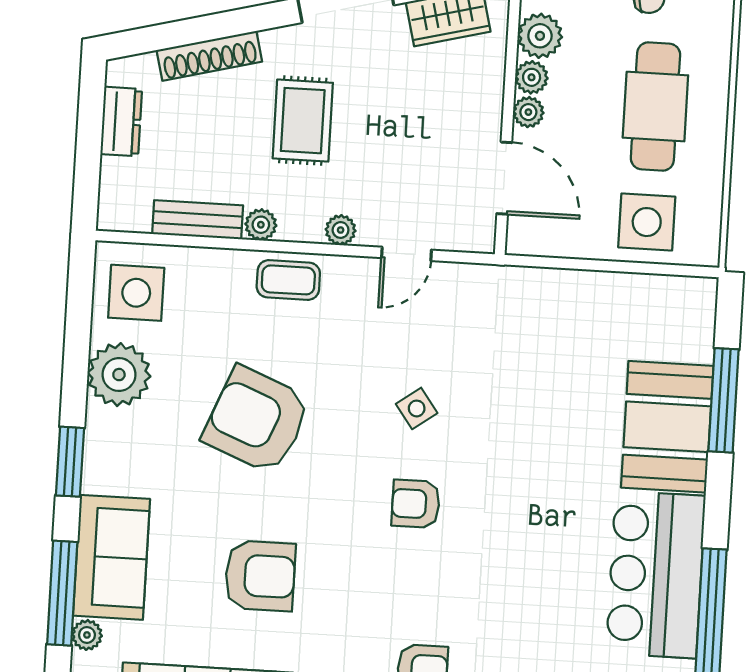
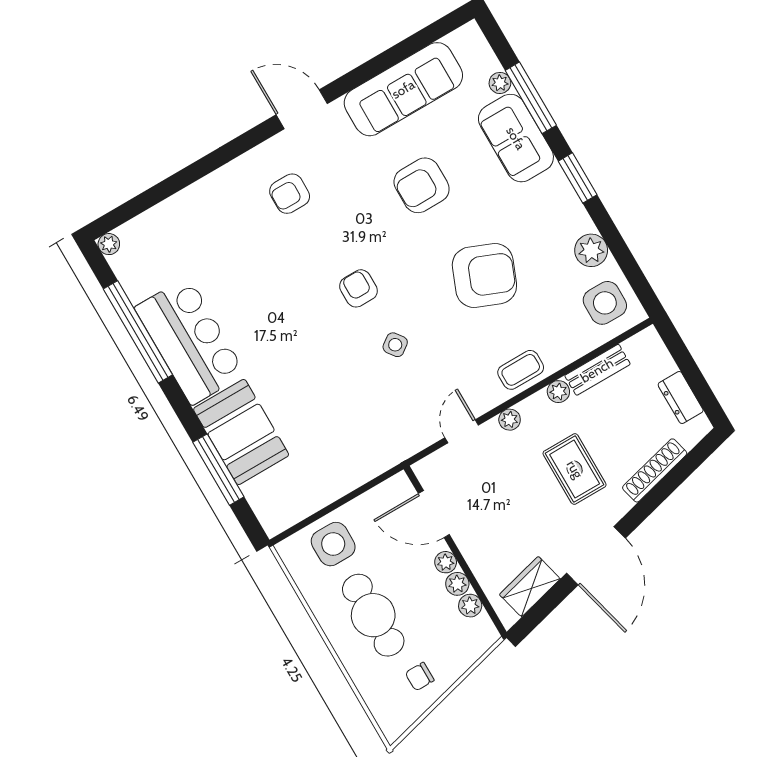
plant: (540, 36) -> (470, 606), width x0.73, depth x0.73
plant: (119, 375) -> (591, 250), width x0.73, depth x0.73
armchair: (416, 504) -> (358, 288), turned -90

